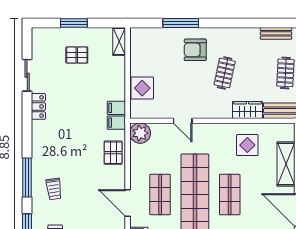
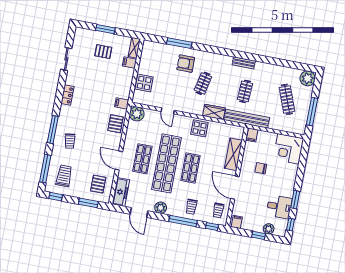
locker: (38, 106) -> (67, 95), moved
filing cabinet: (116, 108) -> (130, 63), moved
display table: (247, 145) -> (199, 128), moved

